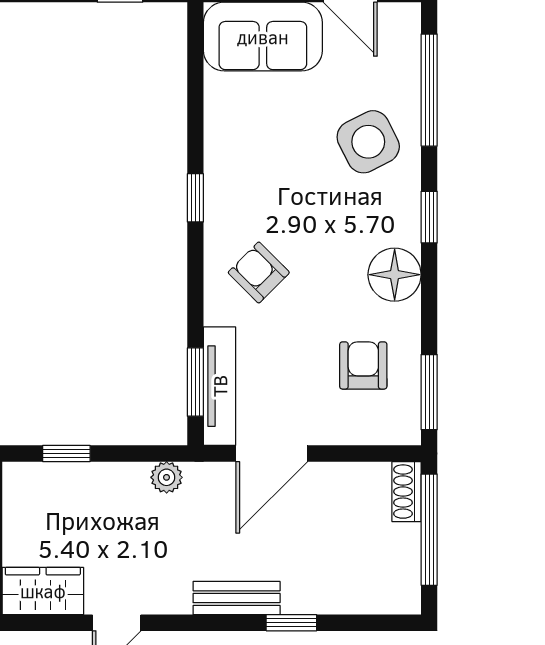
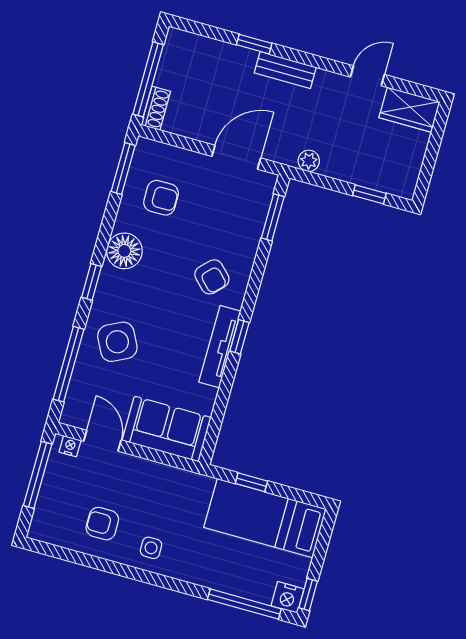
armchair: (363, 365) -> (161, 198), turned -90
tv unit: (220, 386) -> (220, 347), moved

